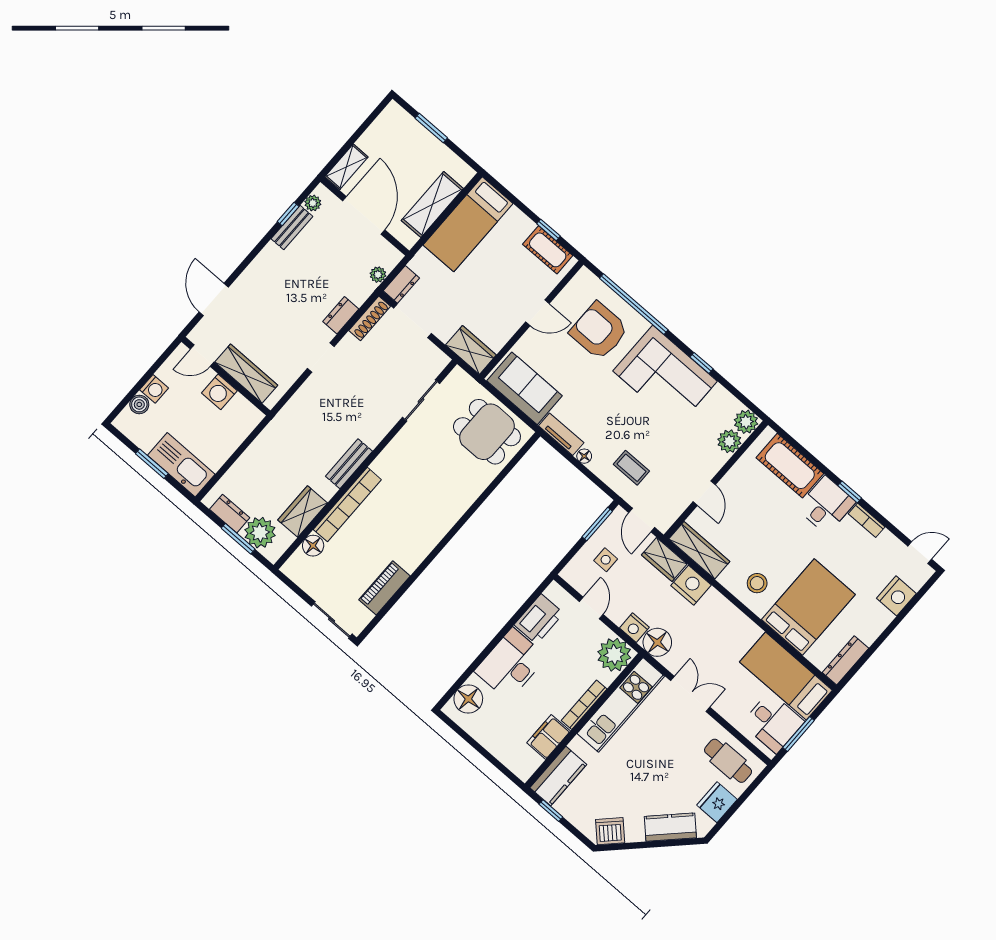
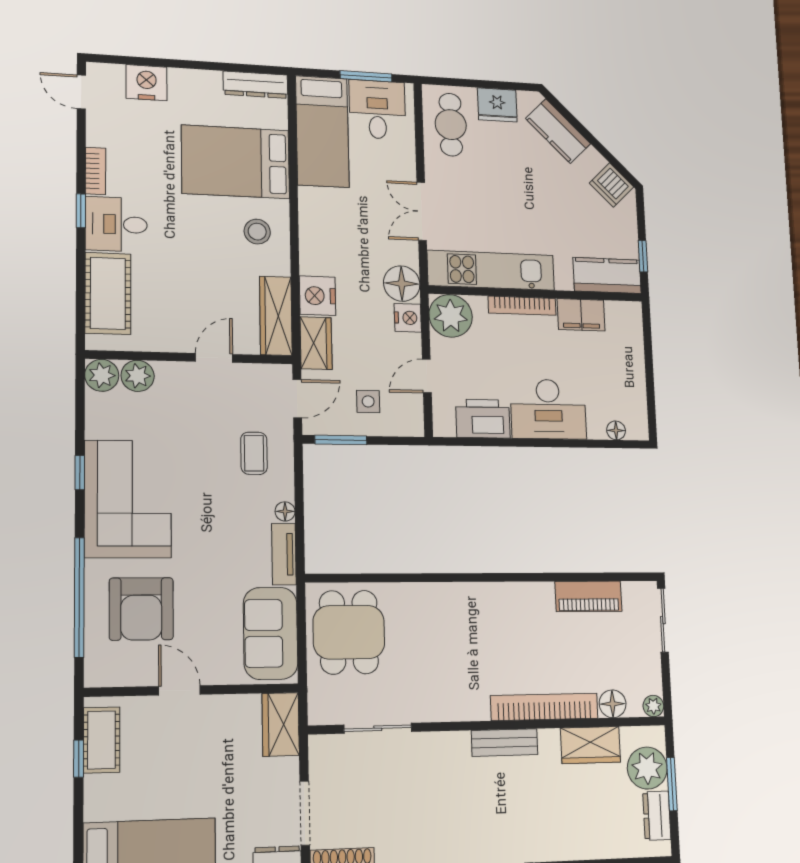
plant: (290, 569) -> (653, 706), added
floor lamp: (468, 699) -> (616, 430), width x0.53, depth x0.53

